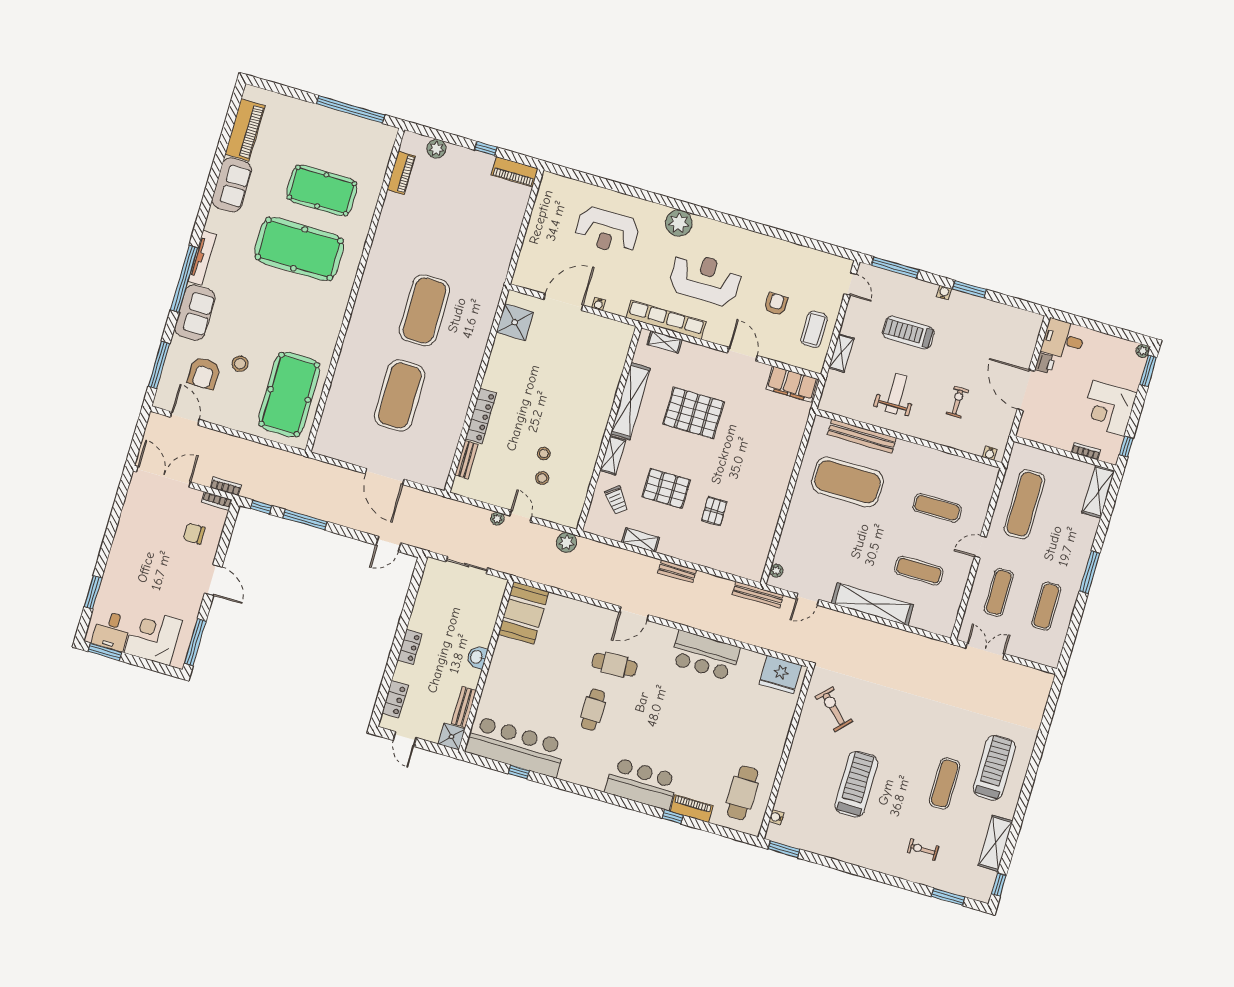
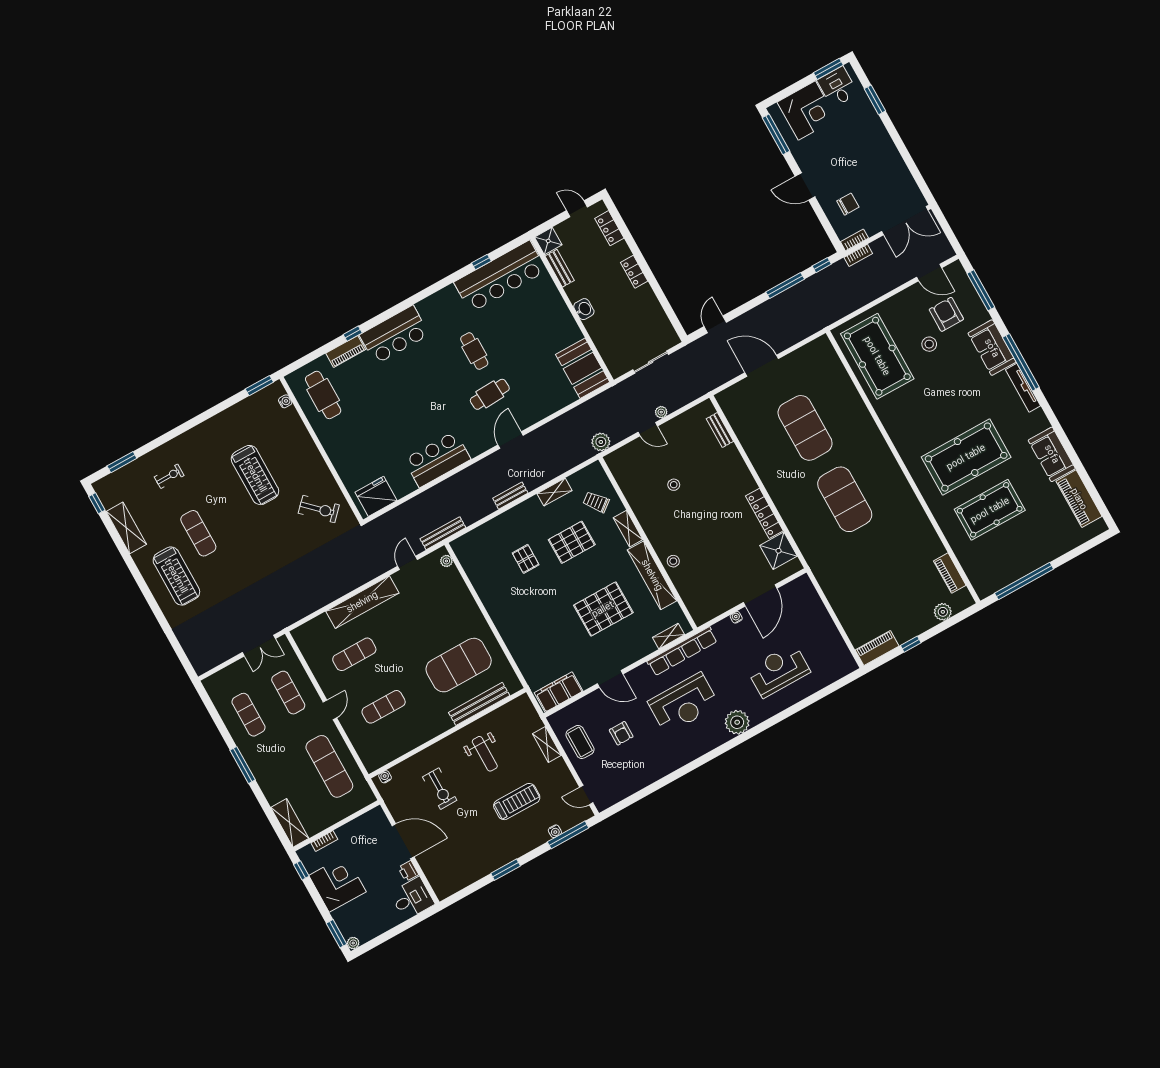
water cooler: (944, 293) -> (555, 831), moved
exercise bike: (957, 402) -> (440, 789), width x1.38, depth x1.39
locker: (481, 416) -> (764, 513), moved
stool: (542, 478) -> (673, 561), moved

